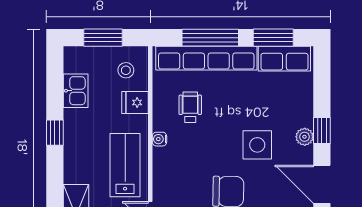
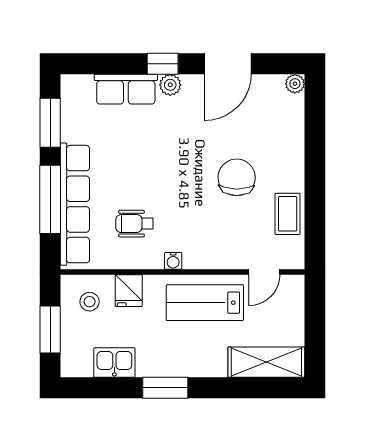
row of seats: (284, 59) -> (126, 89), moved, turned 90
window: (55, 133) -> (165, 388), width x1.50
side table: (257, 145) -> (180, 142), removed

